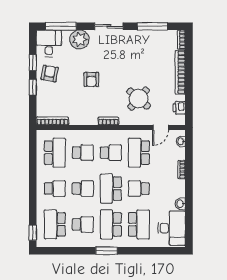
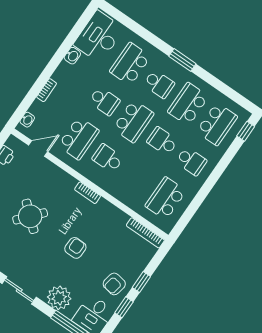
round table: (139, 98) -> (30, 216), moved
school desk: (83, 153) -> (137, 178), removed
school desk: (55, 189) -> (191, 161), turned 180
school desk: (83, 224) -> (188, 104), width x1.85
school desk: (111, 224) -> (159, 84), width x0.54

